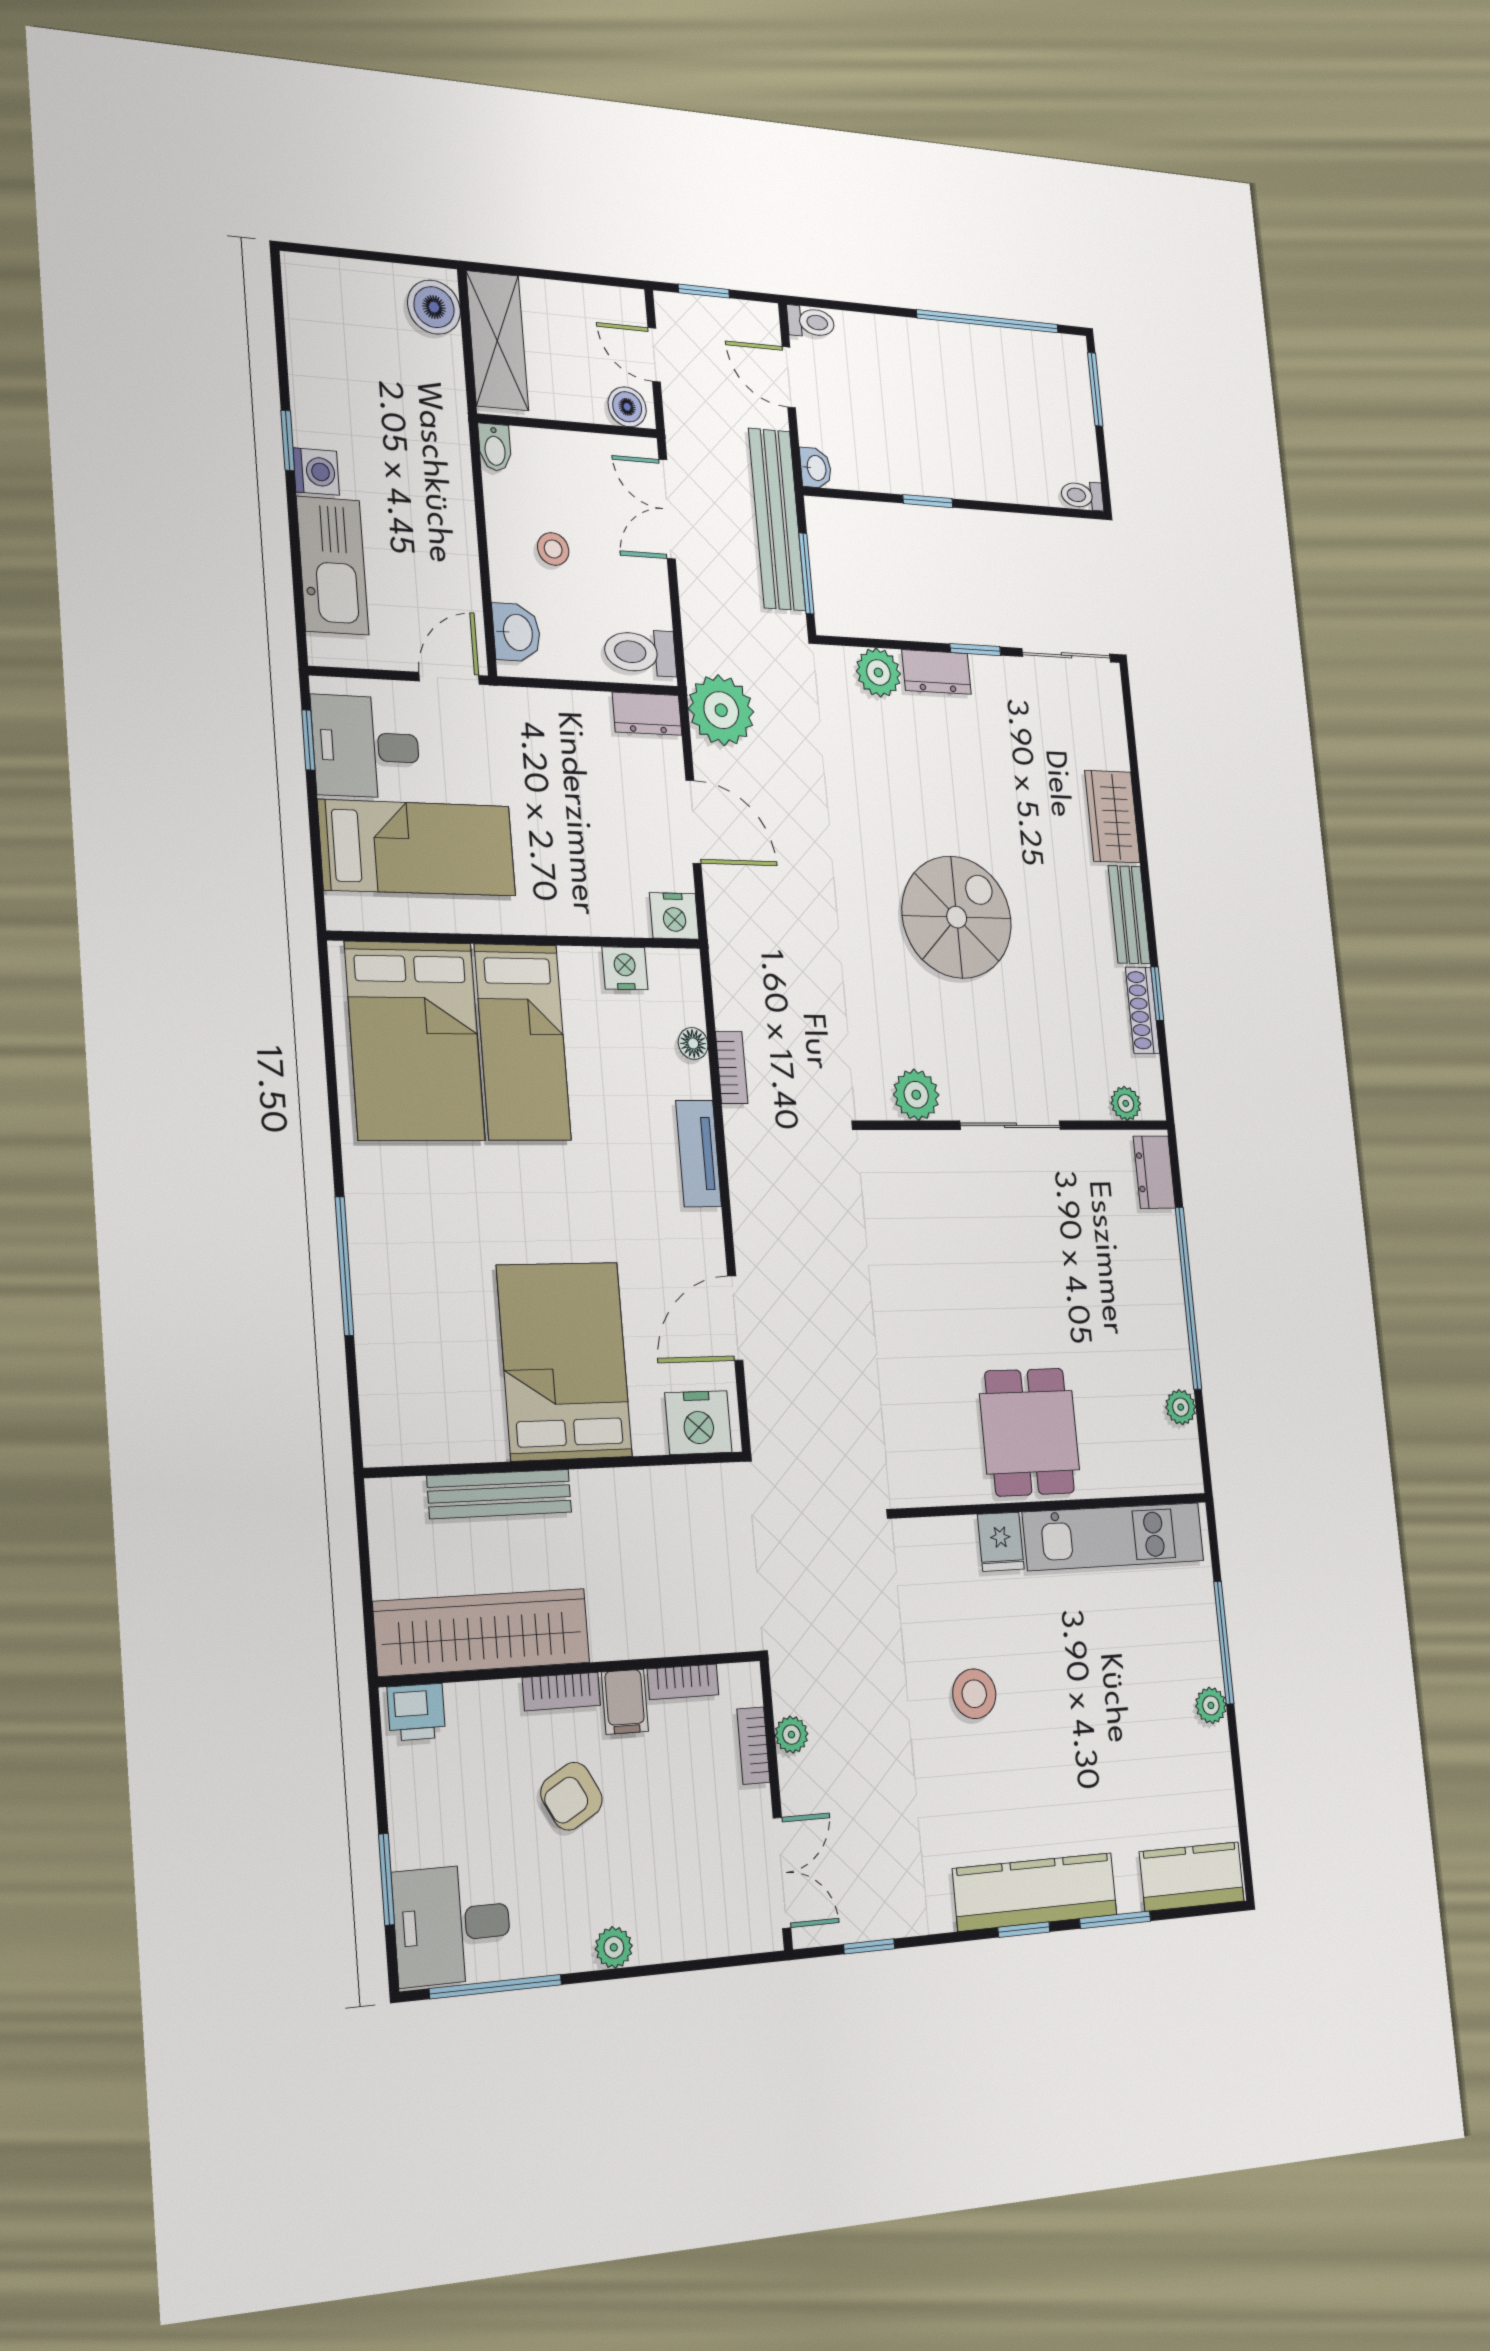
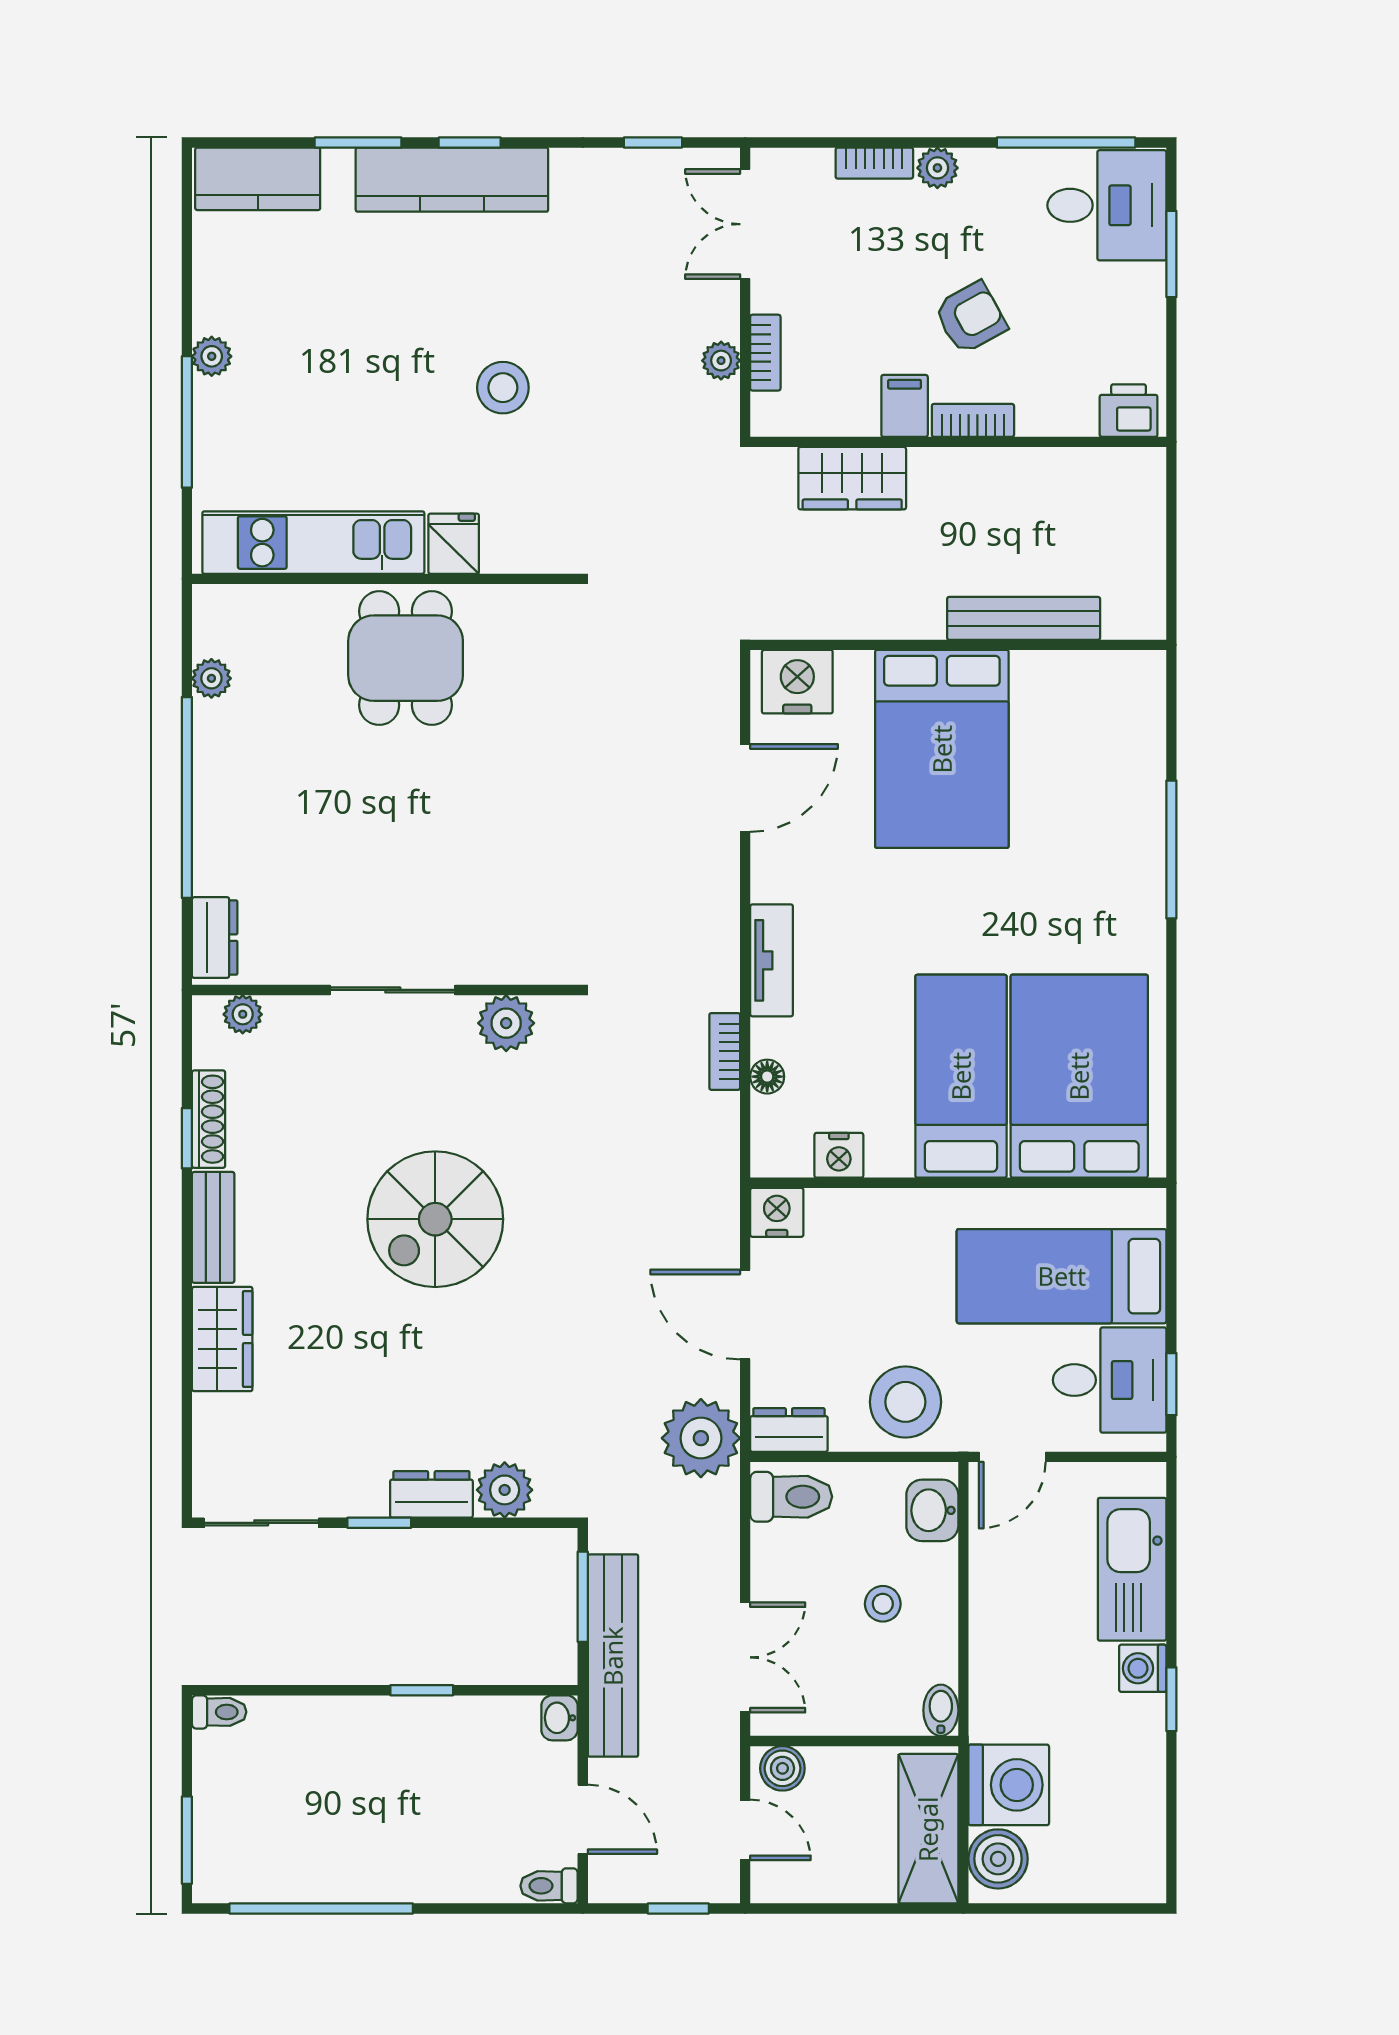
washing machine: (430, 374) -> (1009, 1785), added
stool: (548, 735) -> (905, 1402), added
wardrobe: (482, 1632) -> (852, 478), moved, width x0.48, depth x0.85
bookcase: (683, 1682) -> (874, 163), moved, turned 180

